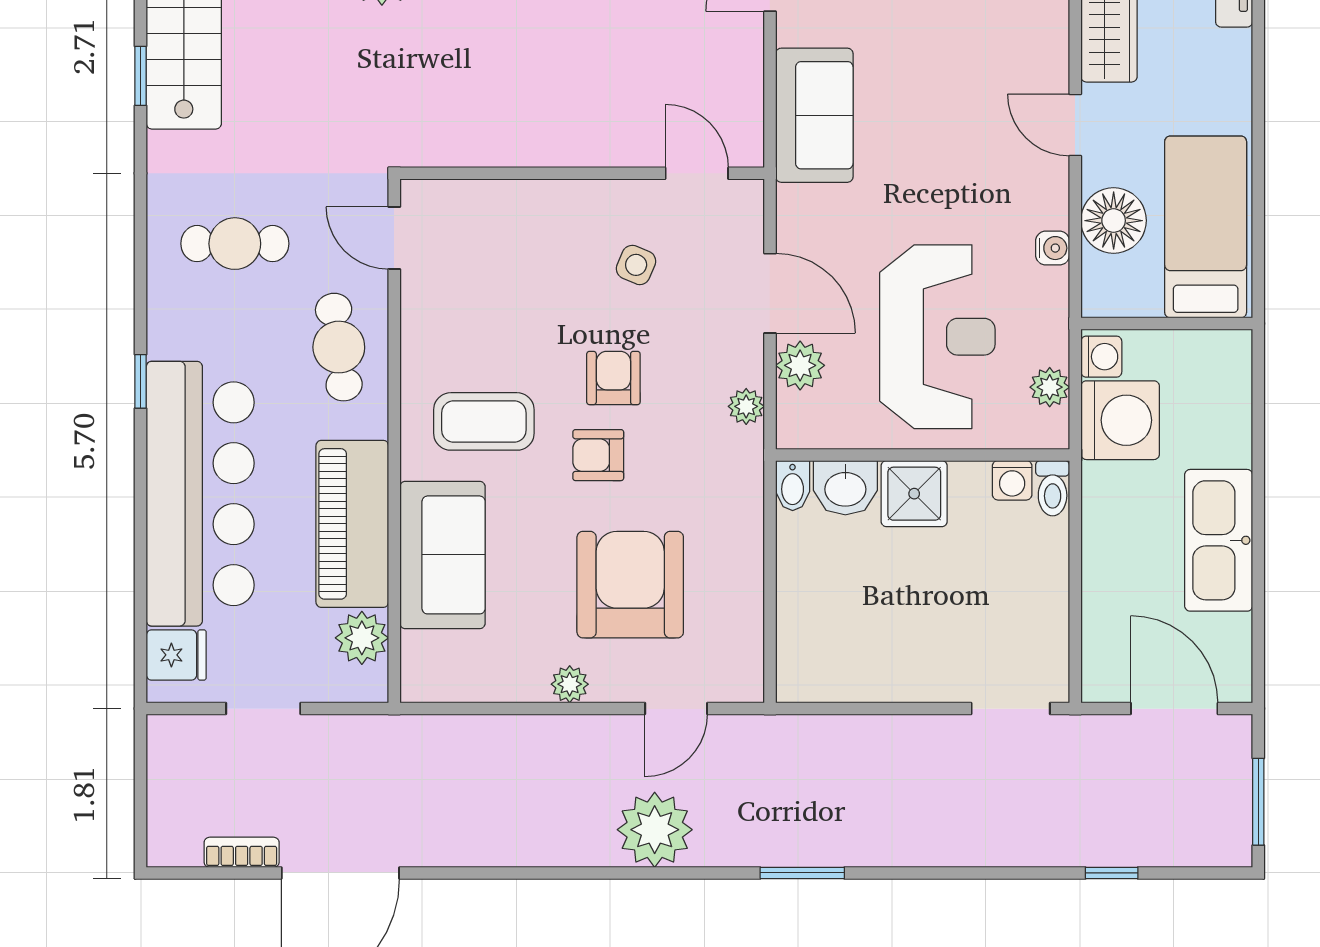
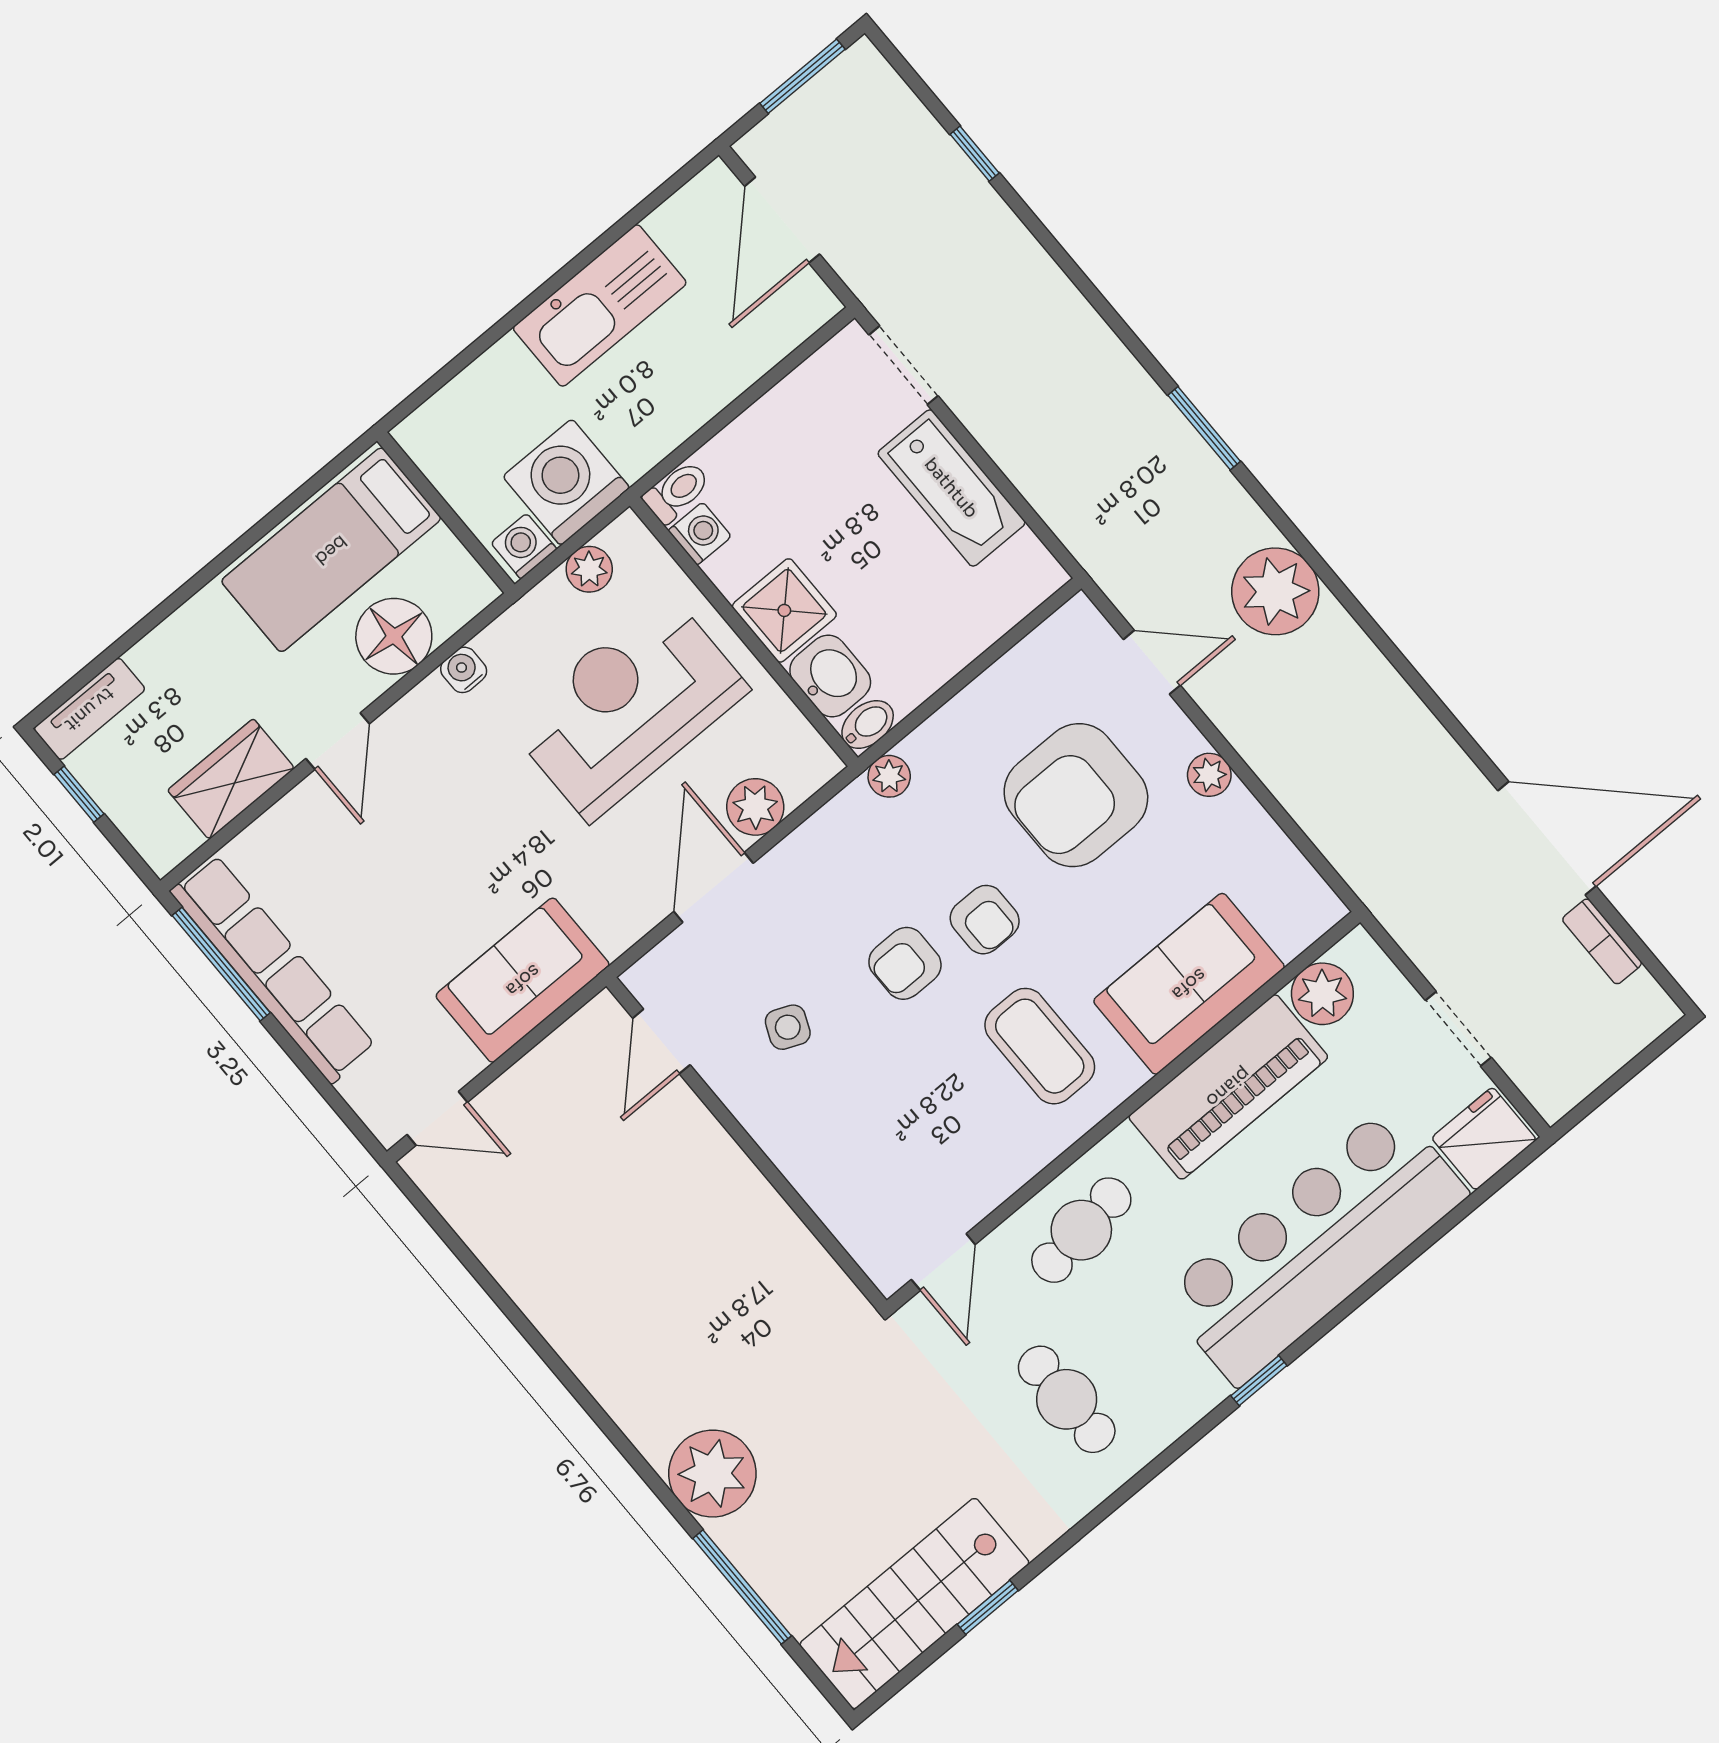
plant: (746, 406) -> (889, 776), moved
fridge: (176, 655) -> (1484, 1139), width x1.38
bathtub: (903, 672) -> (951, 488), added

